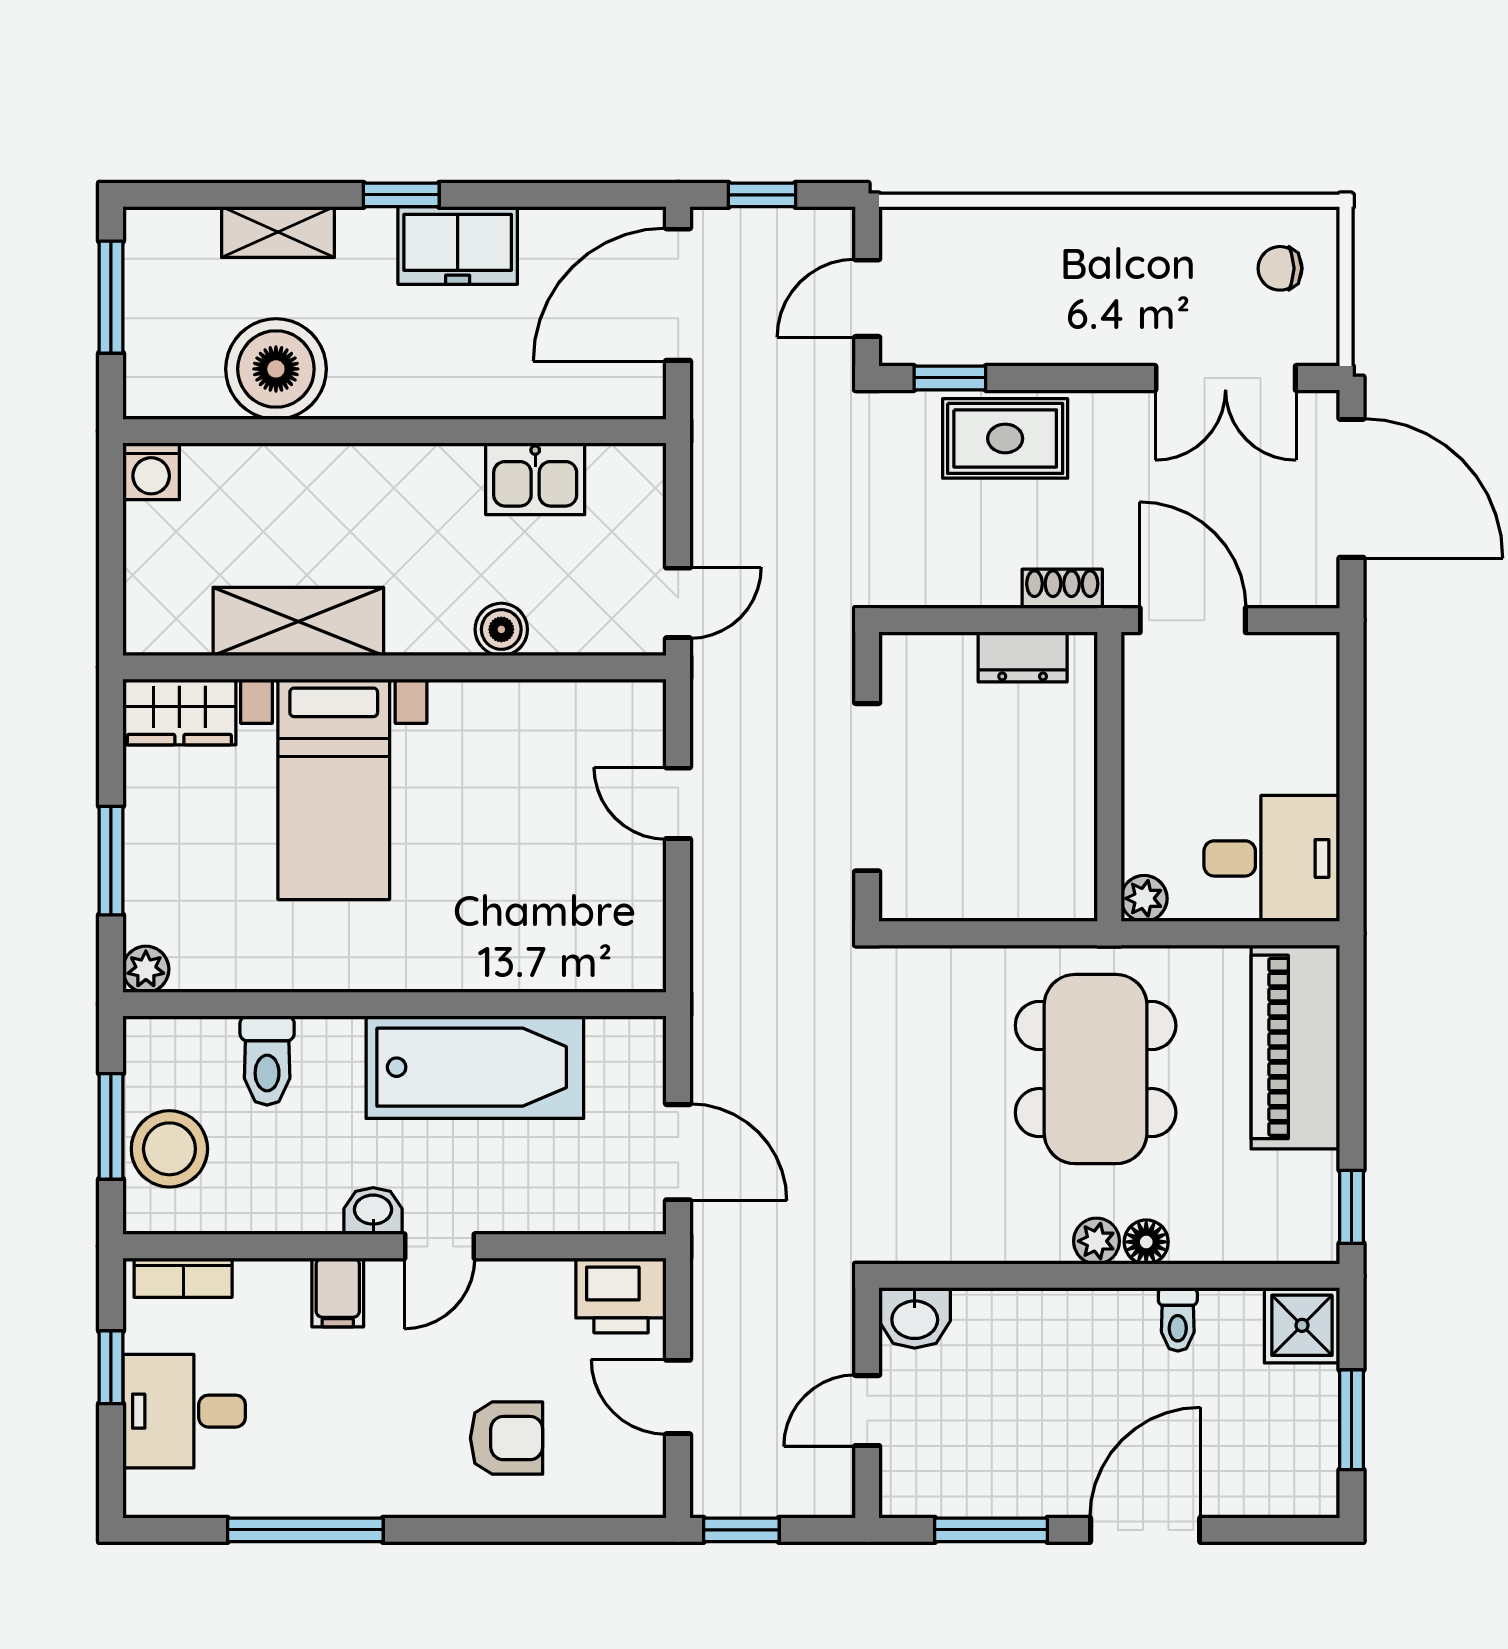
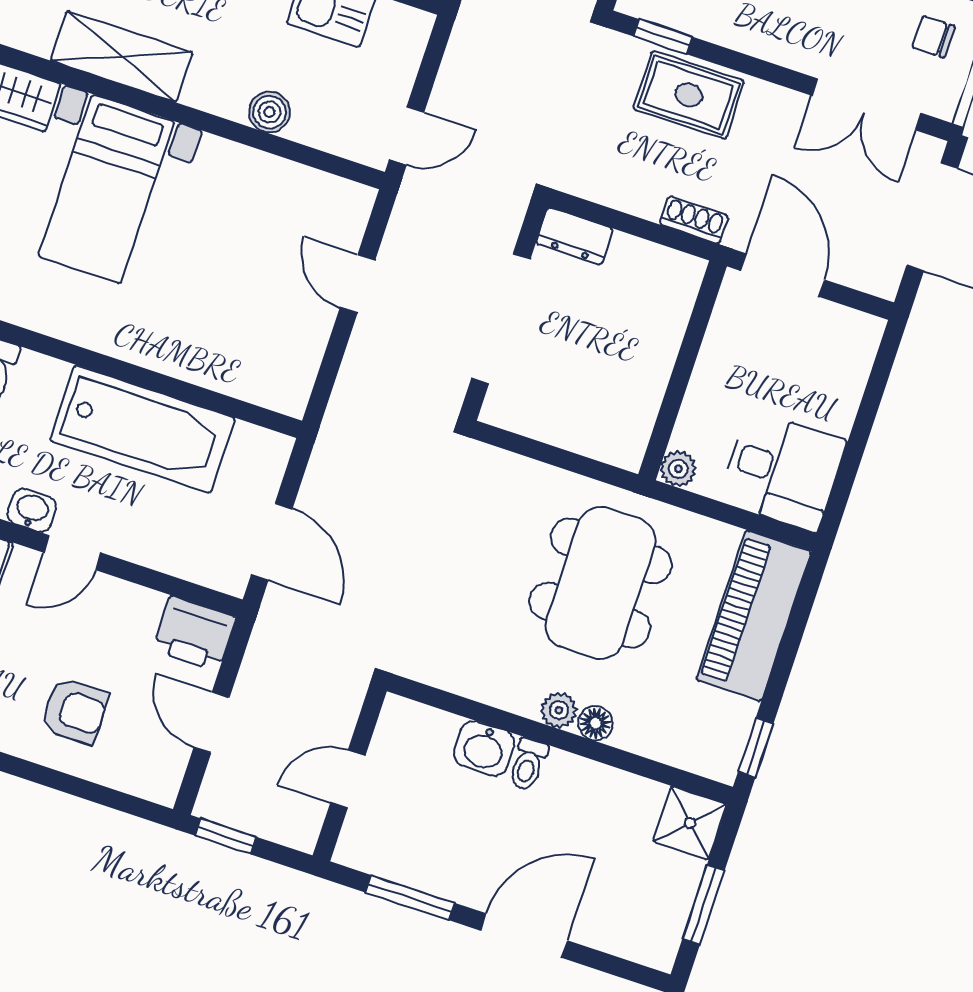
dresser: (1023, 657) -> (575, 236), moved
washbasin: (915, 1318) -> (484, 748), moved
toilet: (1178, 1319) -> (528, 764), moved

